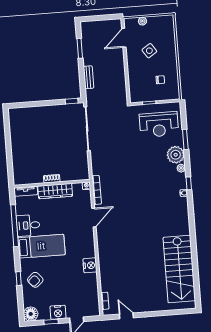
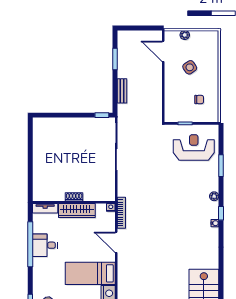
door: (124, 38) -> (163, 51), hinge flipped
reception desk: (159, 124) -> (194, 147), turned 180
plant: (176, 155) -> (209, 181), removed
door: (94, 218) -> (116, 242), swing flipped
bed: (41, 246) -> (90, 273), moved, turned 180

